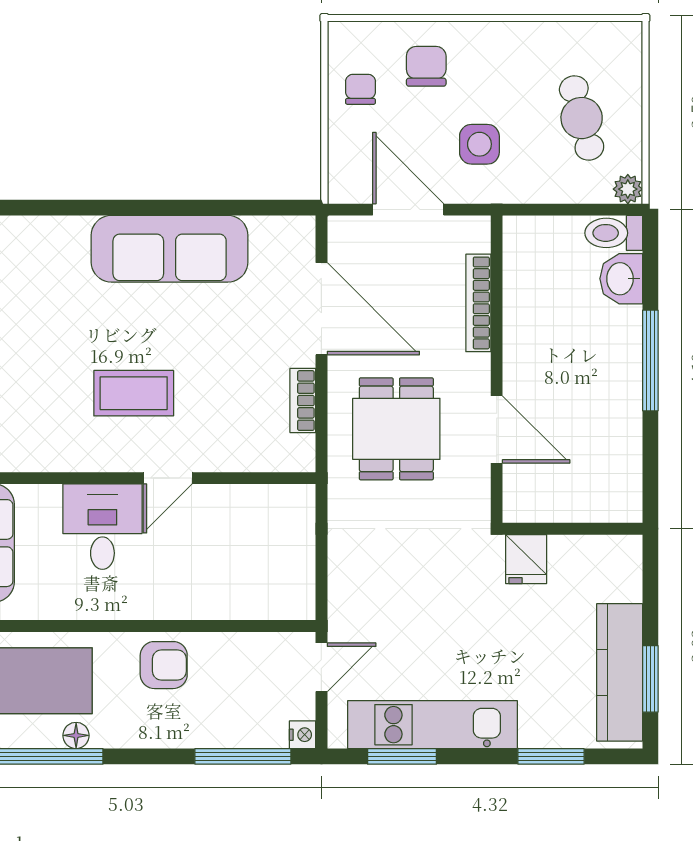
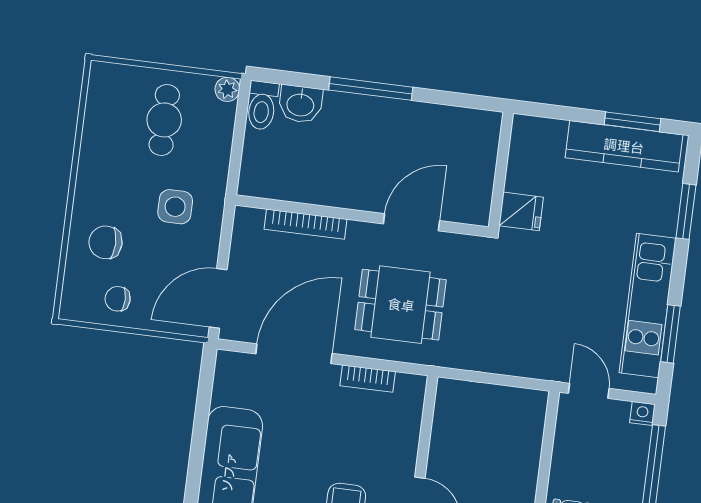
cafe table: (582, 118) -> (164, 120), turned -75
door: (408, 210) -> (218, 298), moved

